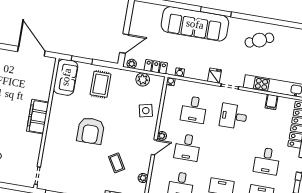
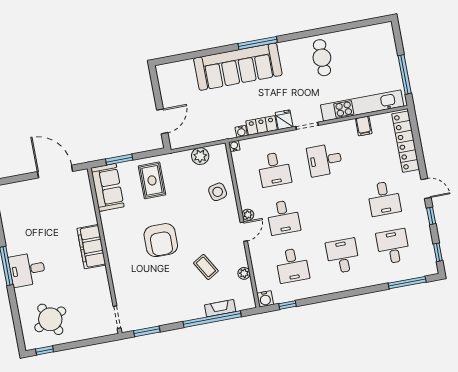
cafe table: (259, 40) -> (322, 58), turned -67
plant: (132, 64) -> (180, 142), removed
locker: (156, 67) -> (262, 125), moved

